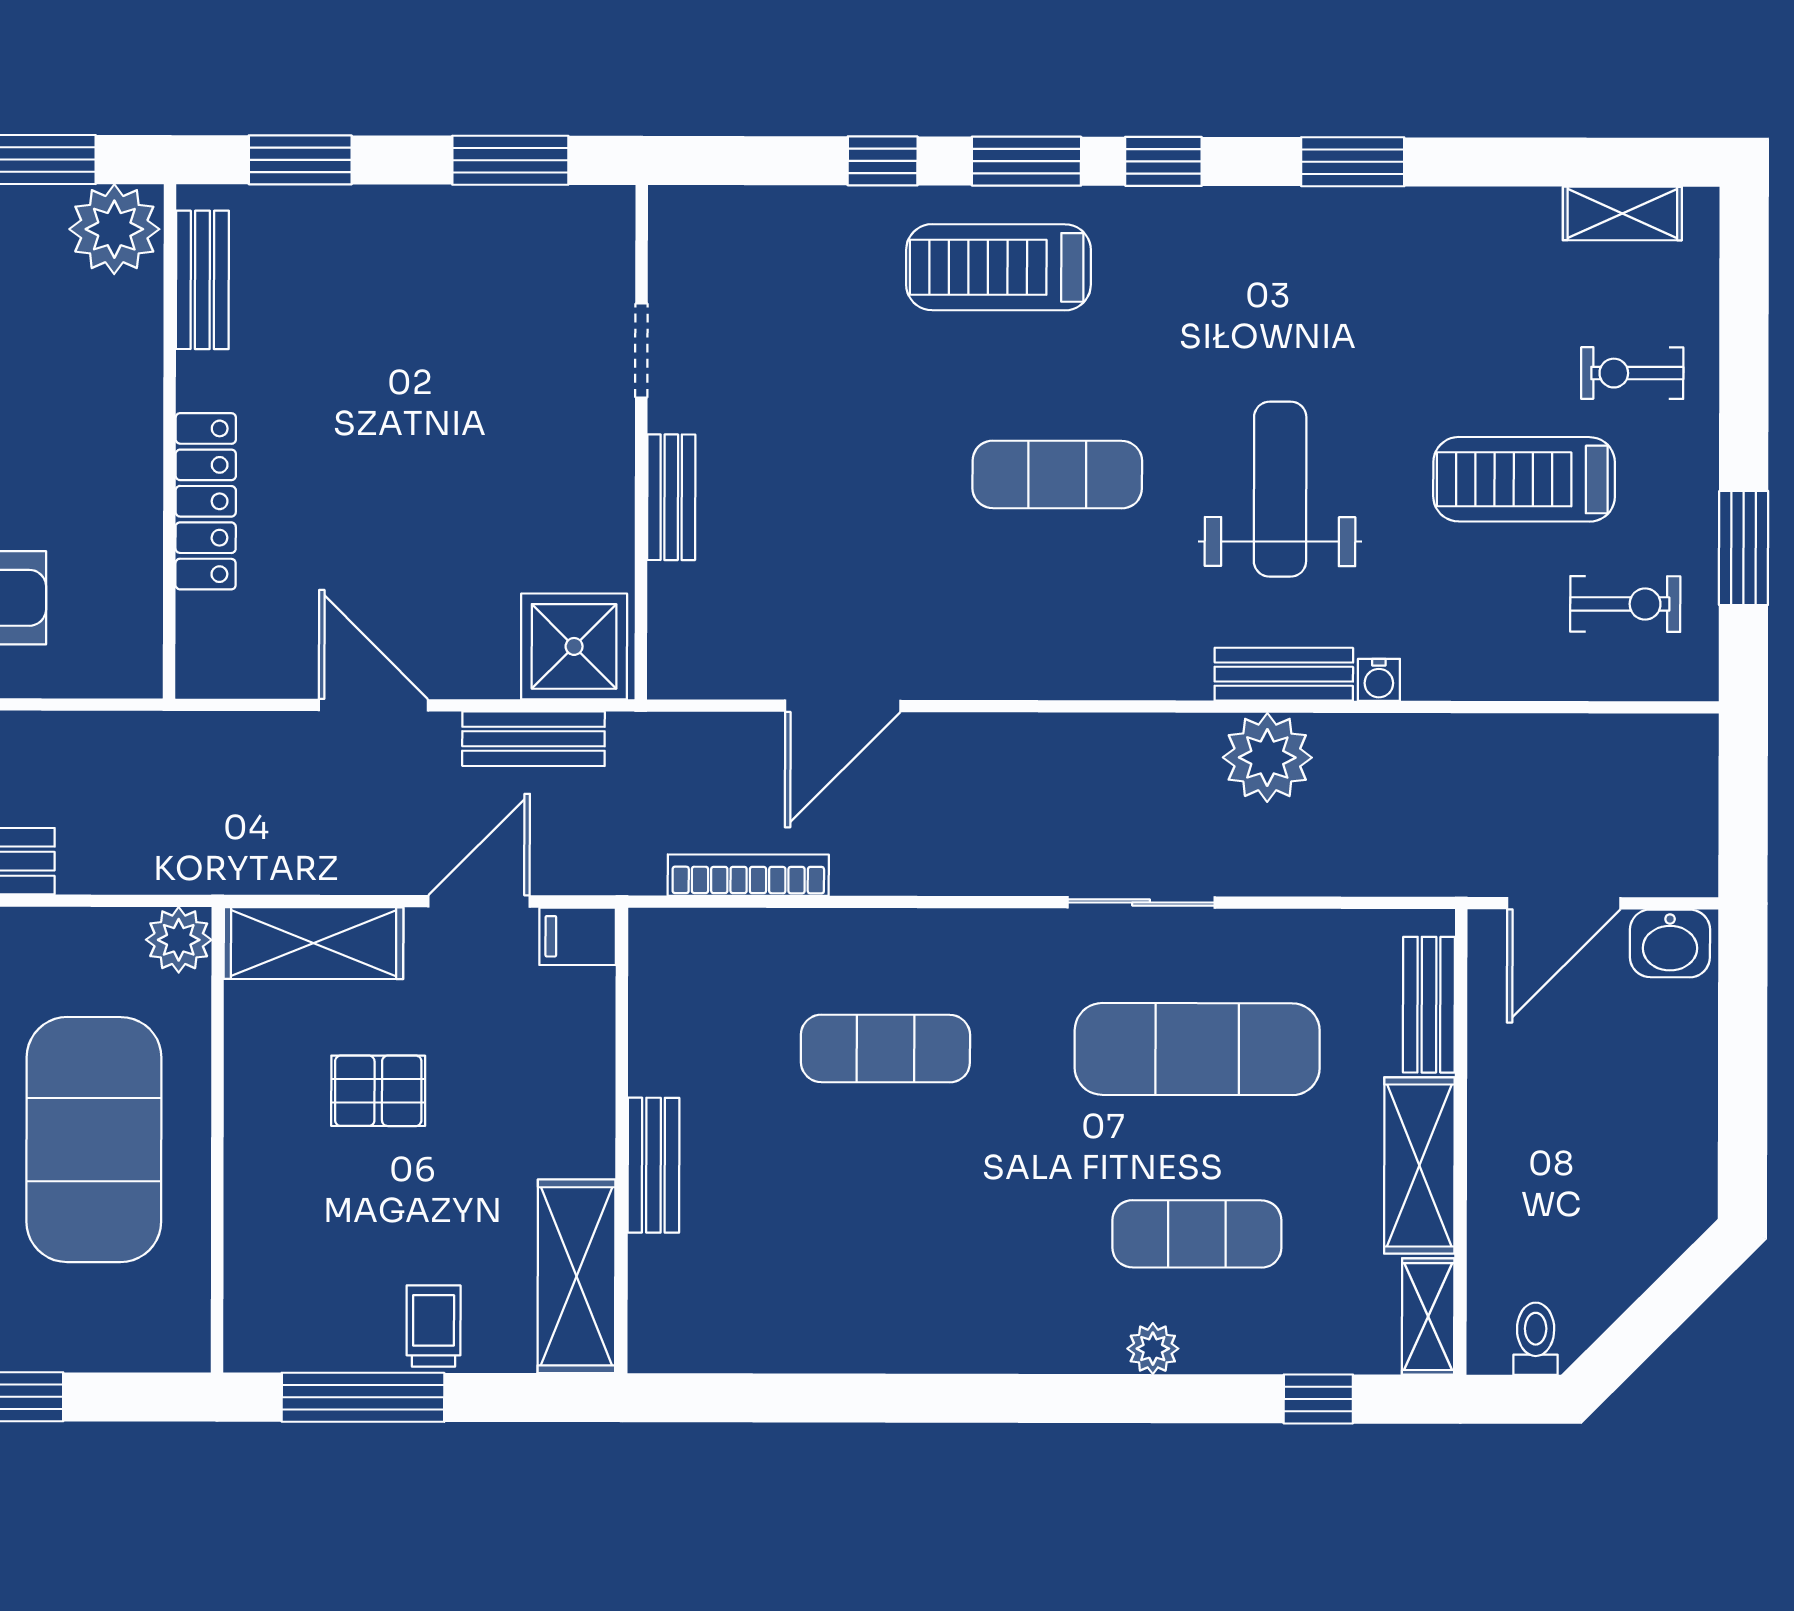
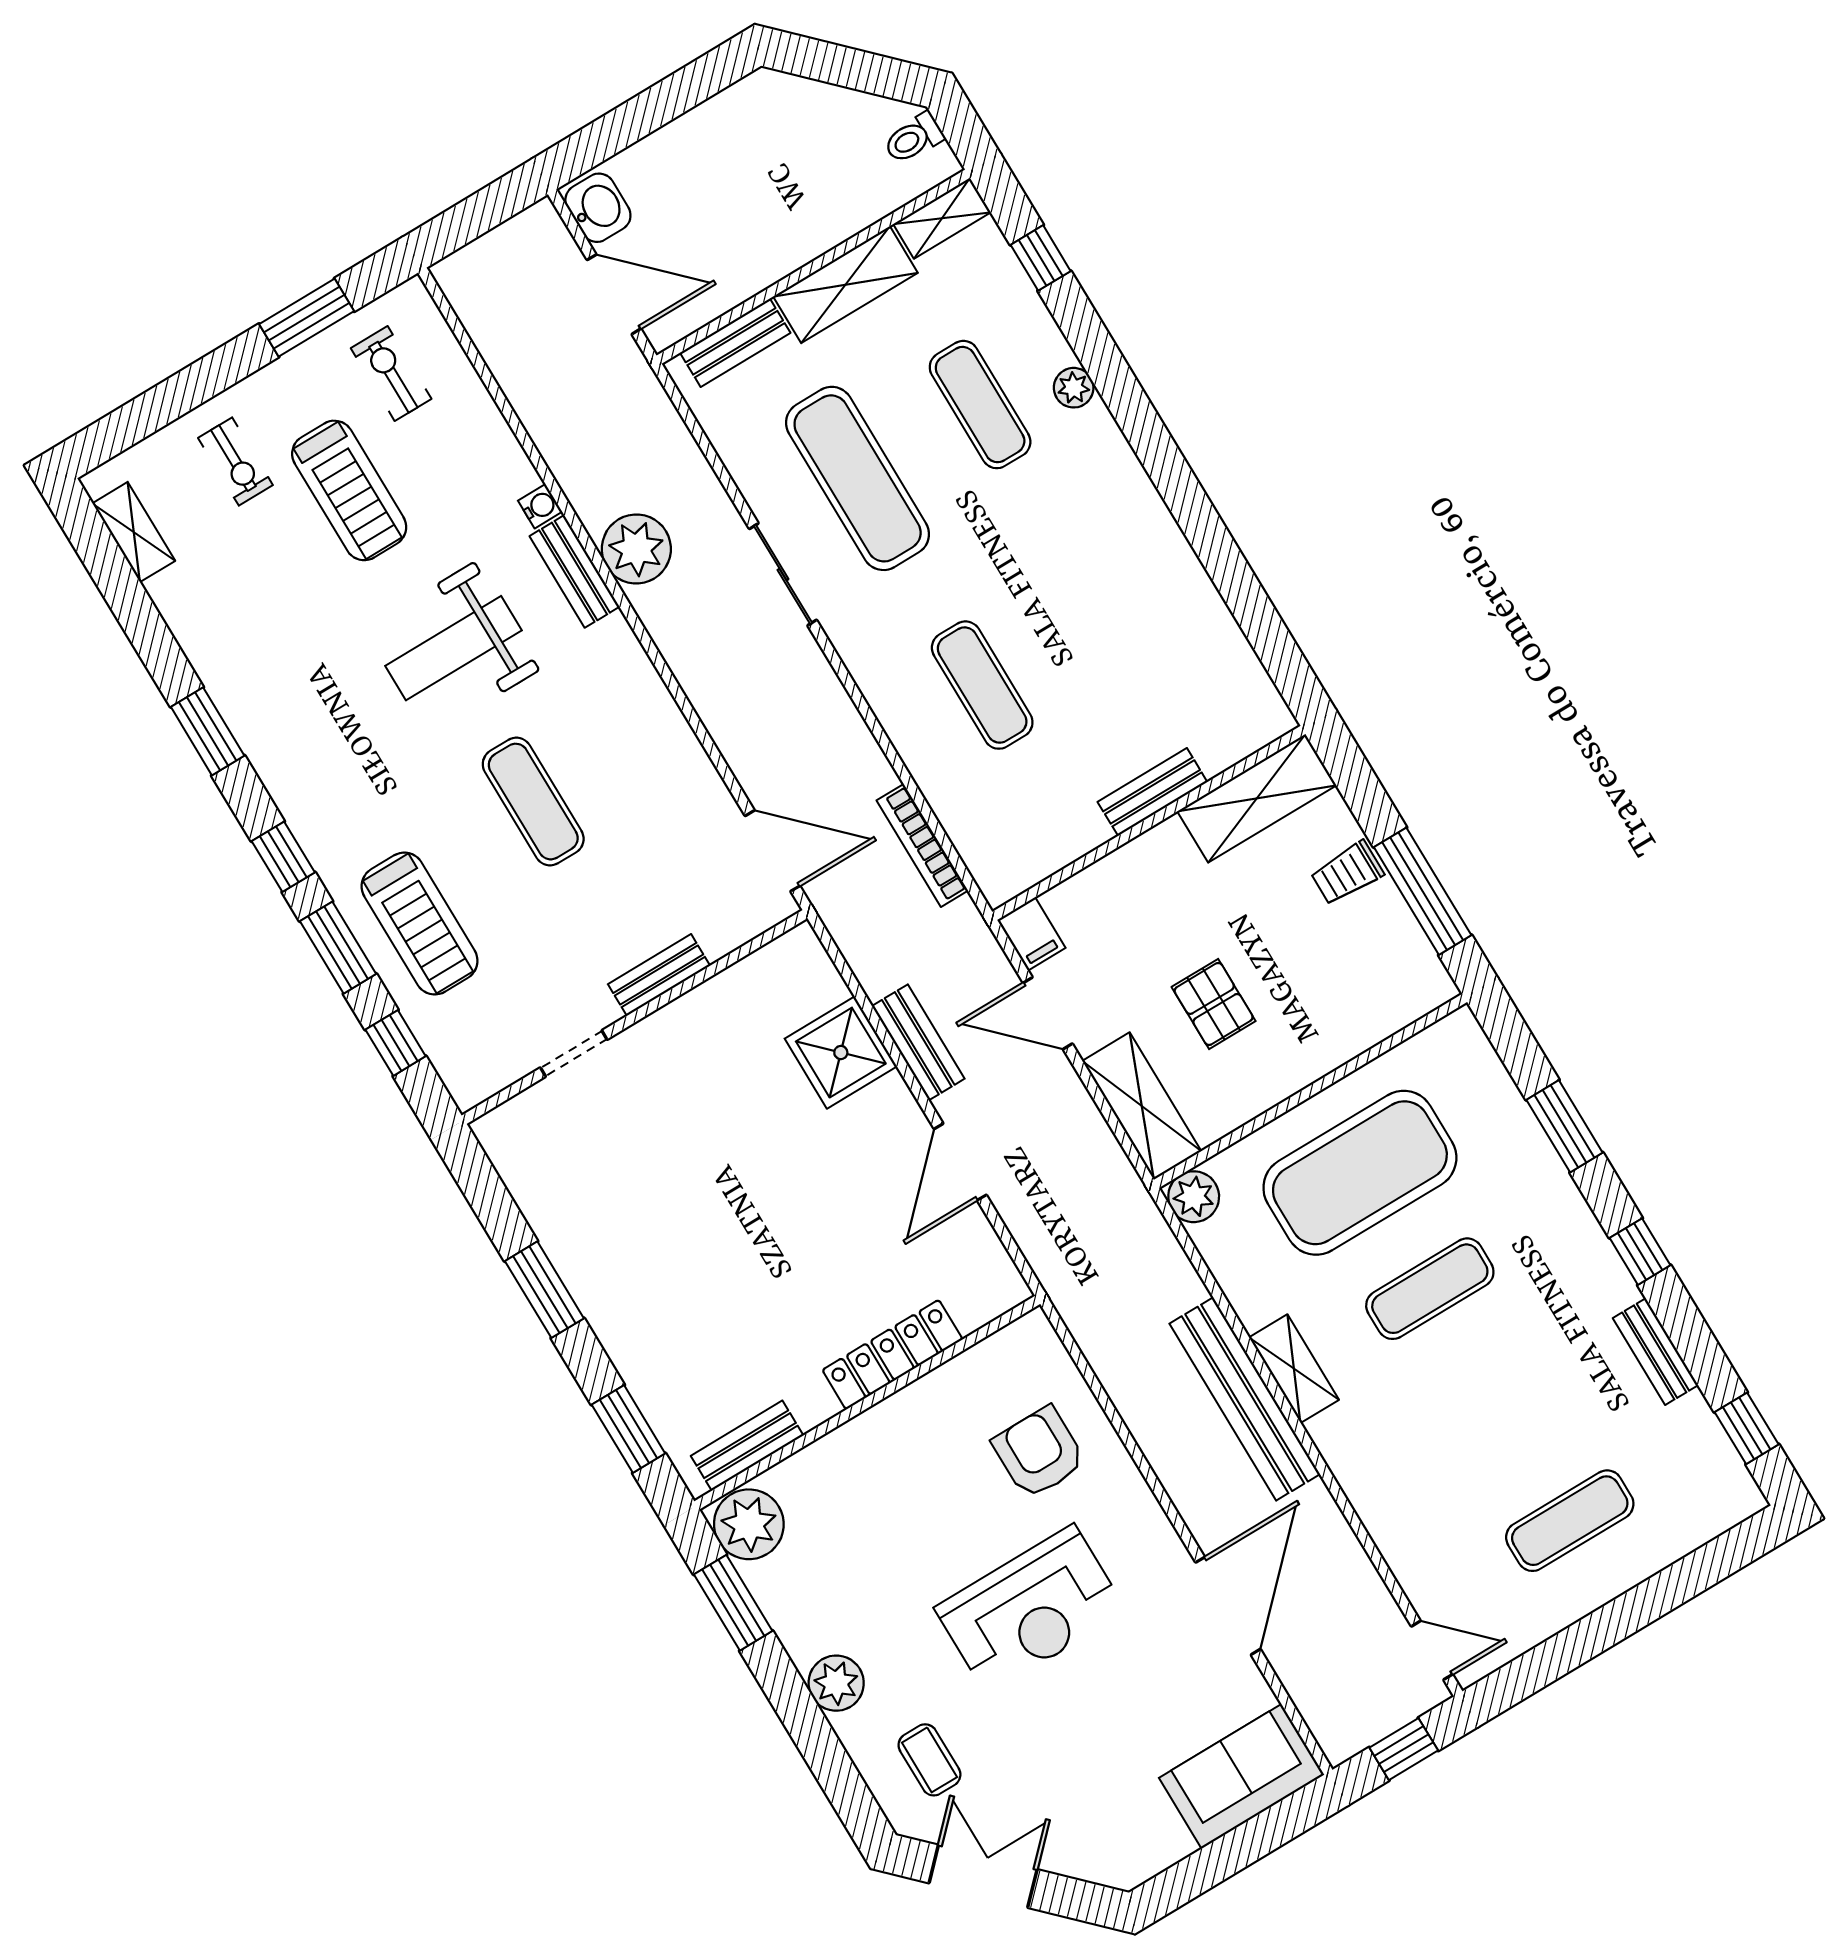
doorway: (641, 350) -> (574, 1054), moved
wall: (641, 442) -> (635, 1017), moved
bench: (671, 497) -> (659, 975), moved

